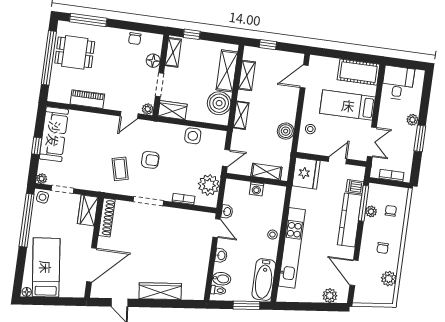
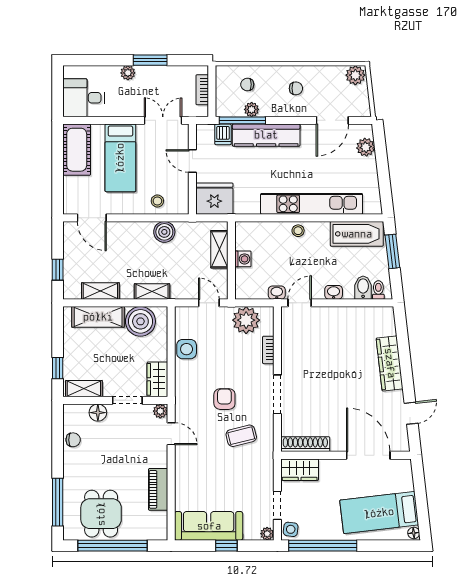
plant: (389, 279) -> (355, 75), moved

